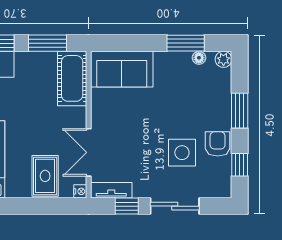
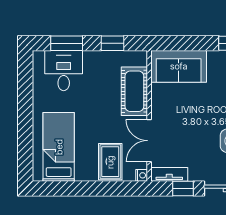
window: (47, 43) -> (112, 43), width x0.67
cot: (72, 78) -> (134, 91), moved

